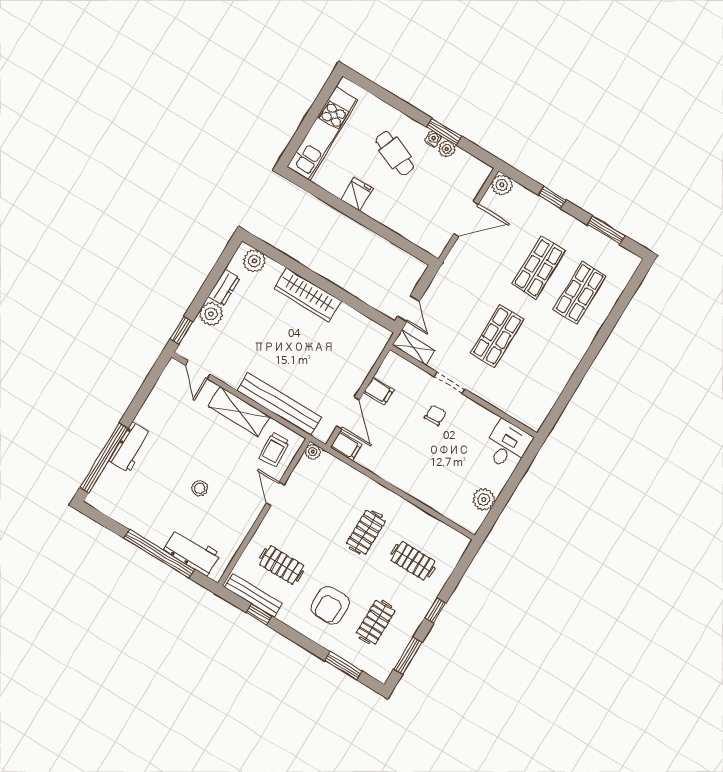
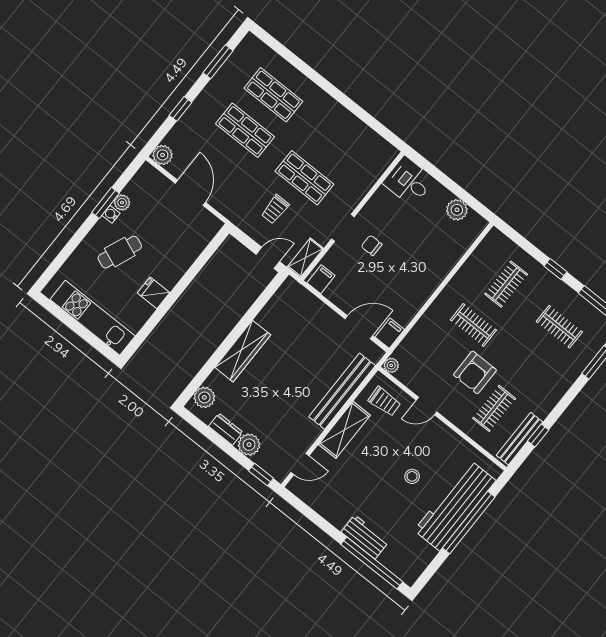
trolley: (460, 310) -> (275, 209), added
filing cabinet: (379, 391) -> (321, 279), moved
workbench: (192, 552) -> (455, 505), width x1.88, depth x1.32
armchair: (330, 605) -> (475, 372), moved, turned 90

